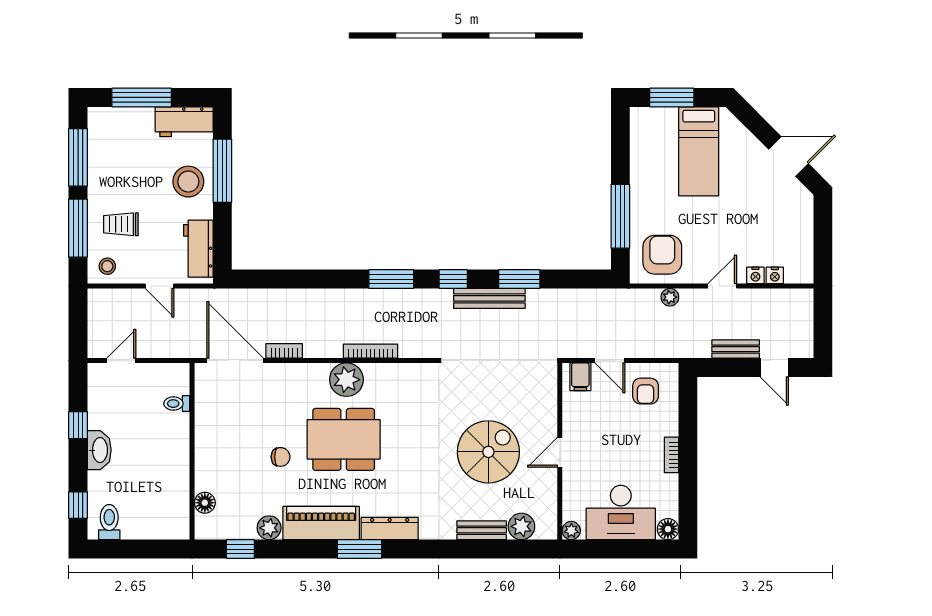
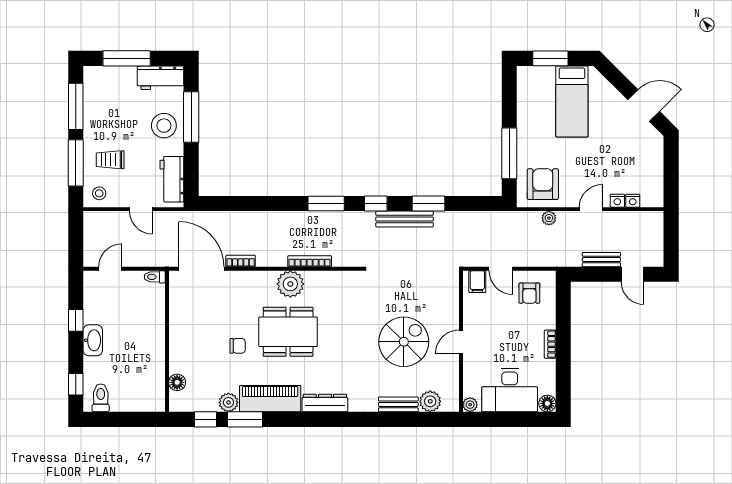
toilet: (177, 404) -> (155, 277), moved
window: (359, 549) -> (245, 419), moved

